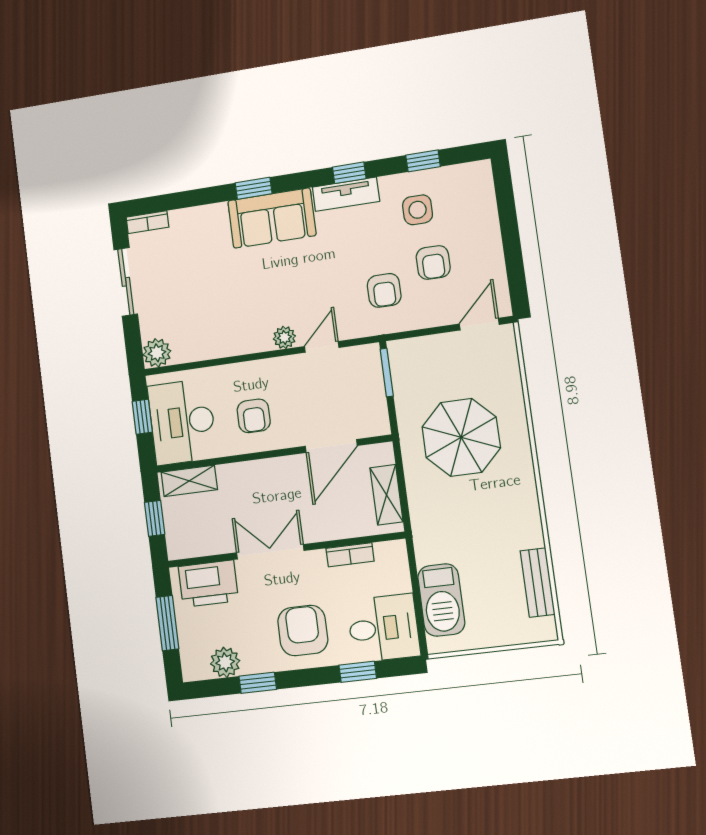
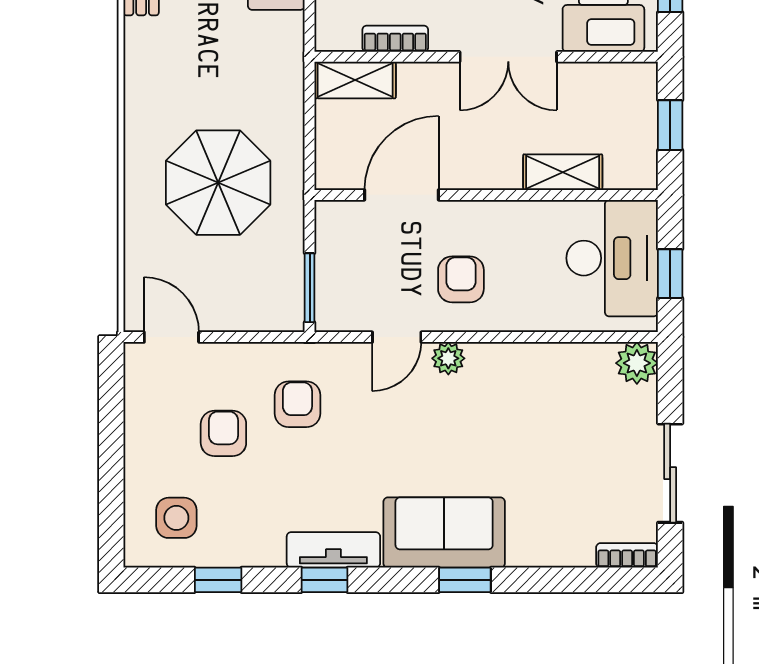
side table: (418, 210) -> (176, 518), moved
door: (479, 324) -> (171, 337), swing flipped
armchair: (254, 416) -> (461, 279), moved
shelving: (189, 481) -> (563, 172), moved
shelving: (387, 495) -> (355, 80), moved, turned 90

